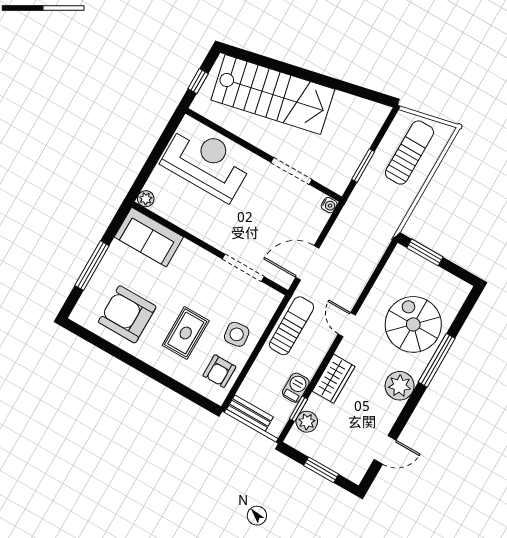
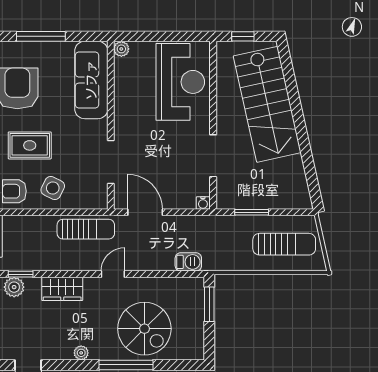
sofa: (149, 237) -> (91, 80), width x1.36
spiral stairs: (413, 324) -> (144, 329), turned 90
side table: (237, 334) -> (53, 188), turned 33
plant: (400, 386) -> (81, 353), width x0.53, depth x0.53
barbecue: (296, 388) -> (188, 262), moved

